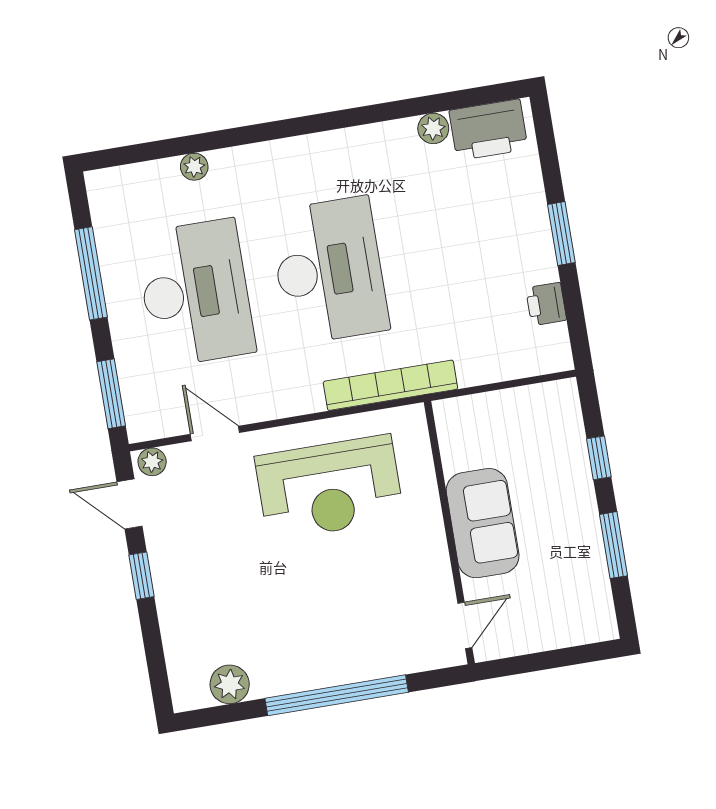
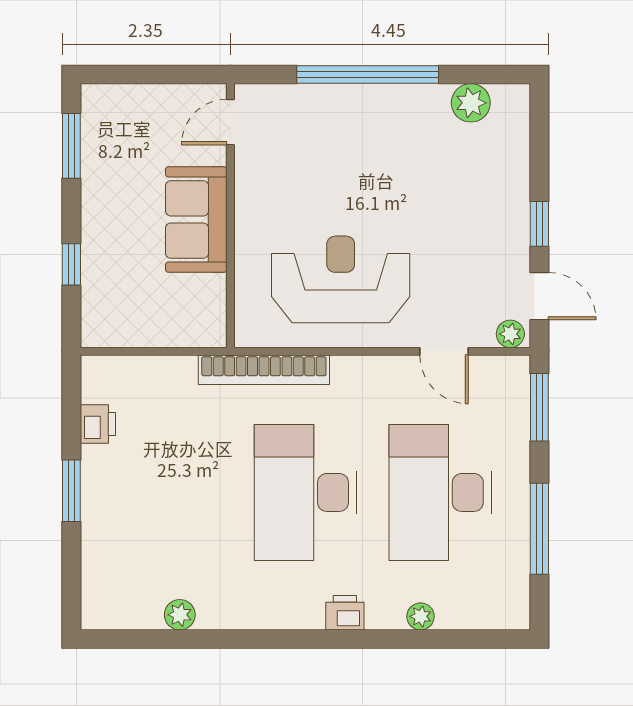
printer: (488, 130) -> (345, 613), moved, width x0.53, depth x0.68
window: (613, 545) -> (71, 146), moved

